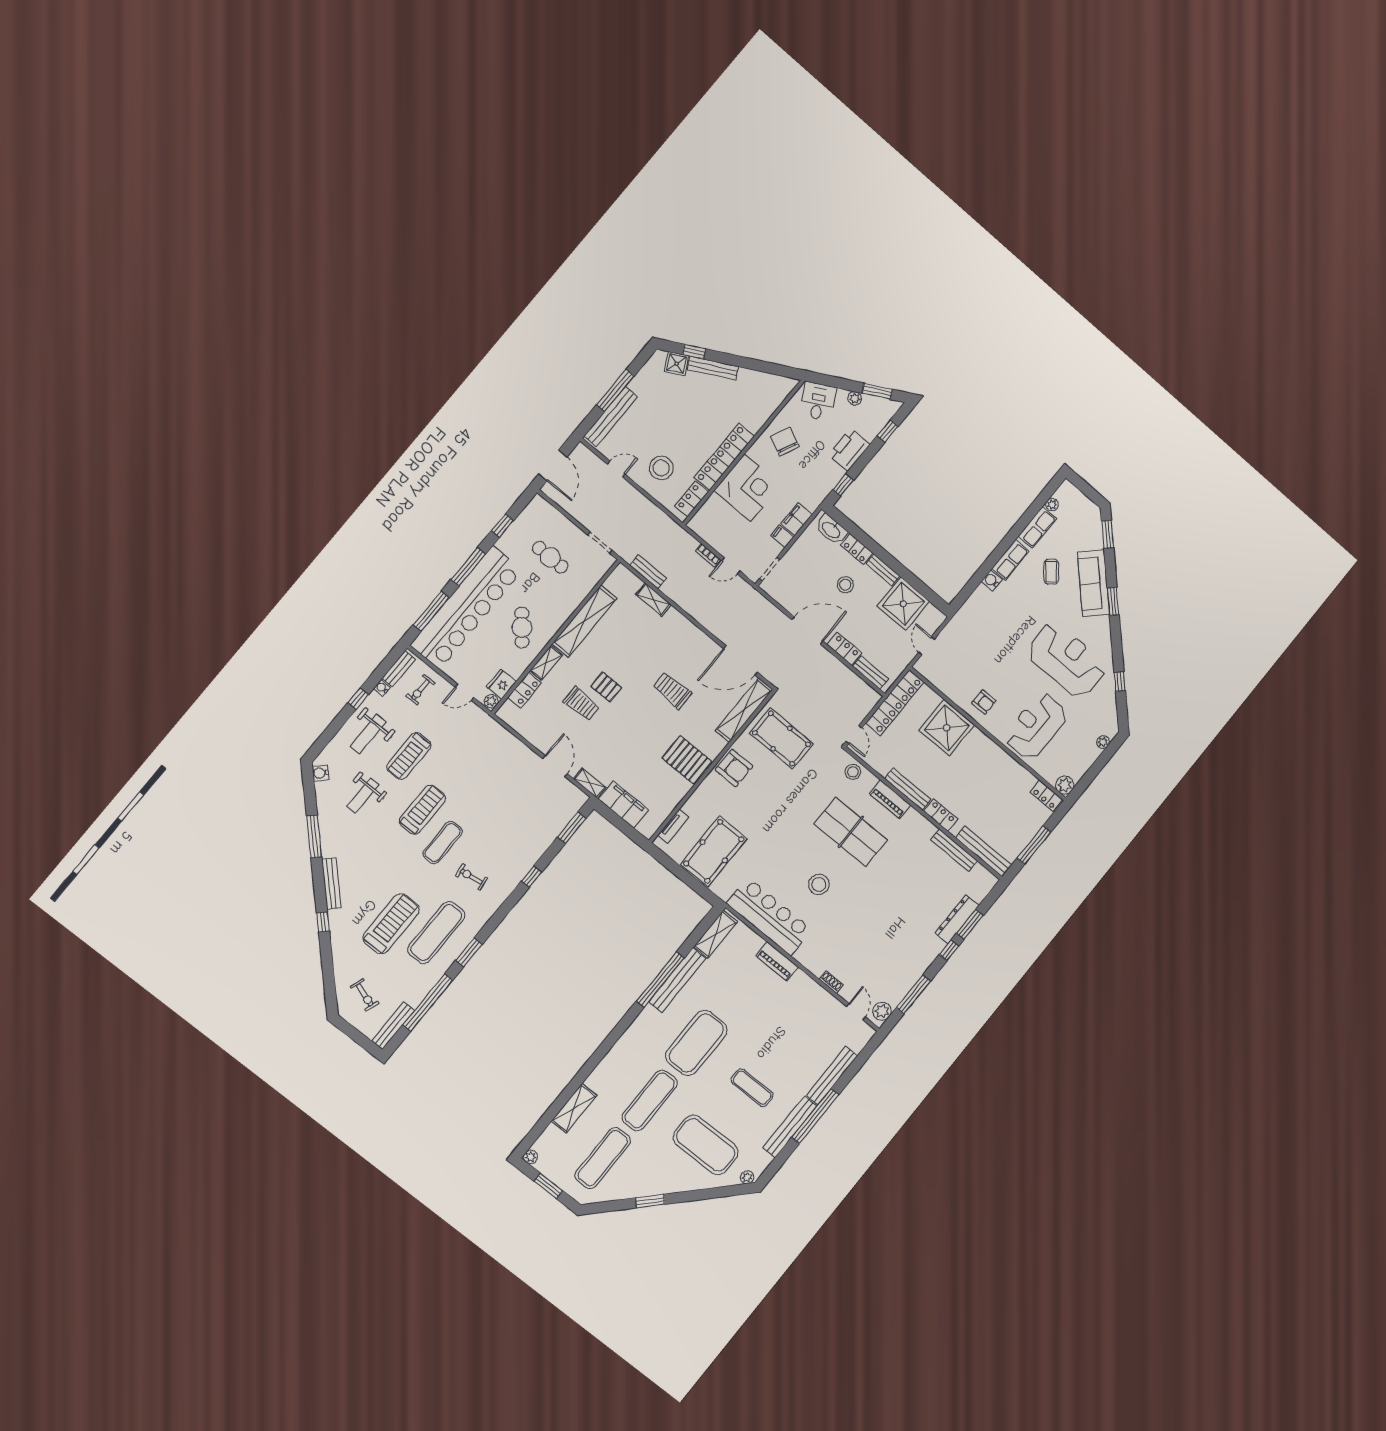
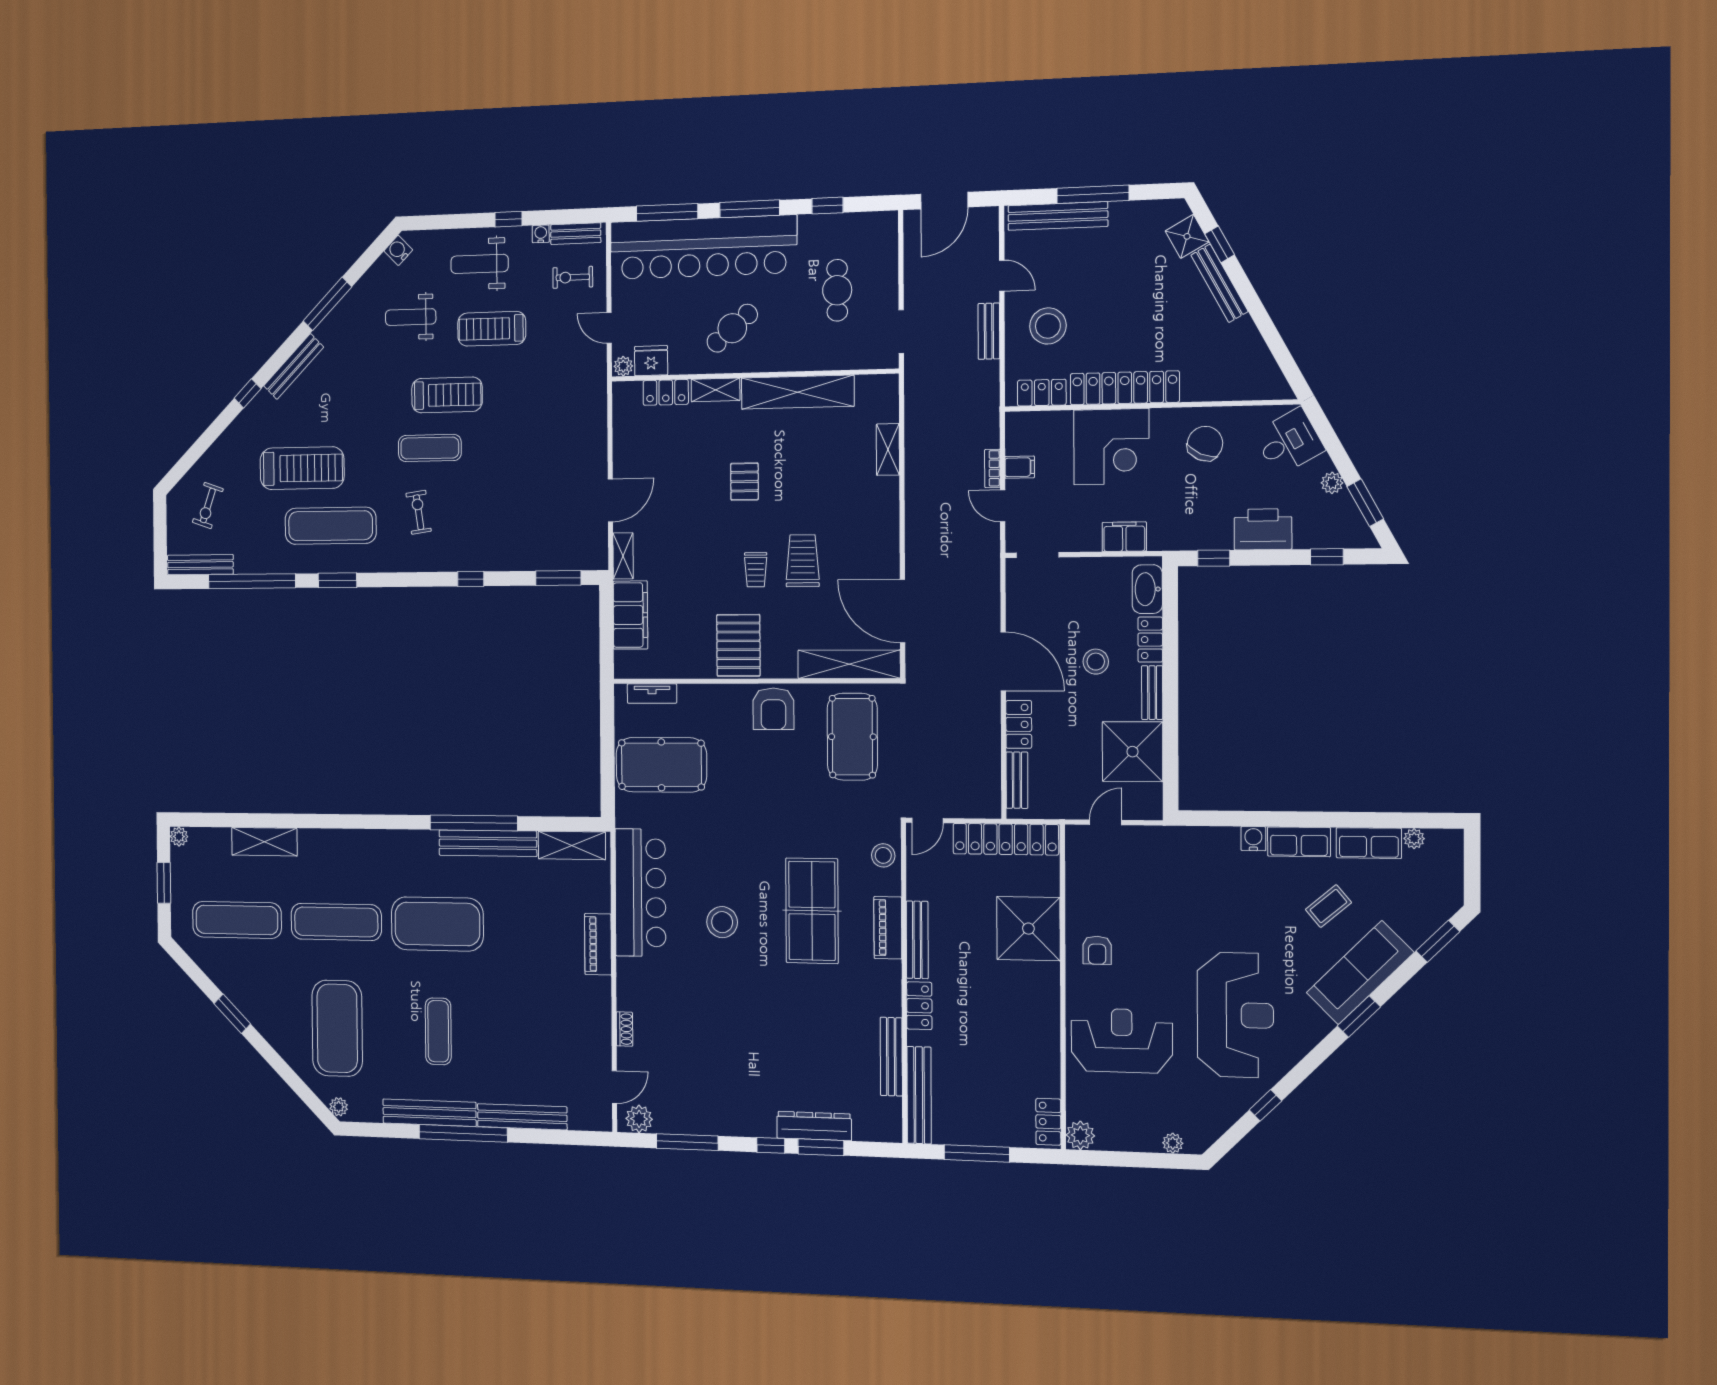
filing cabinet: (782, 536) -> (1020, 467), moved, turned 90
bench: (648, 572) -> (989, 331), moved
trolley: (582, 704) -> (756, 570), moved, width x0.73, depth x0.72

